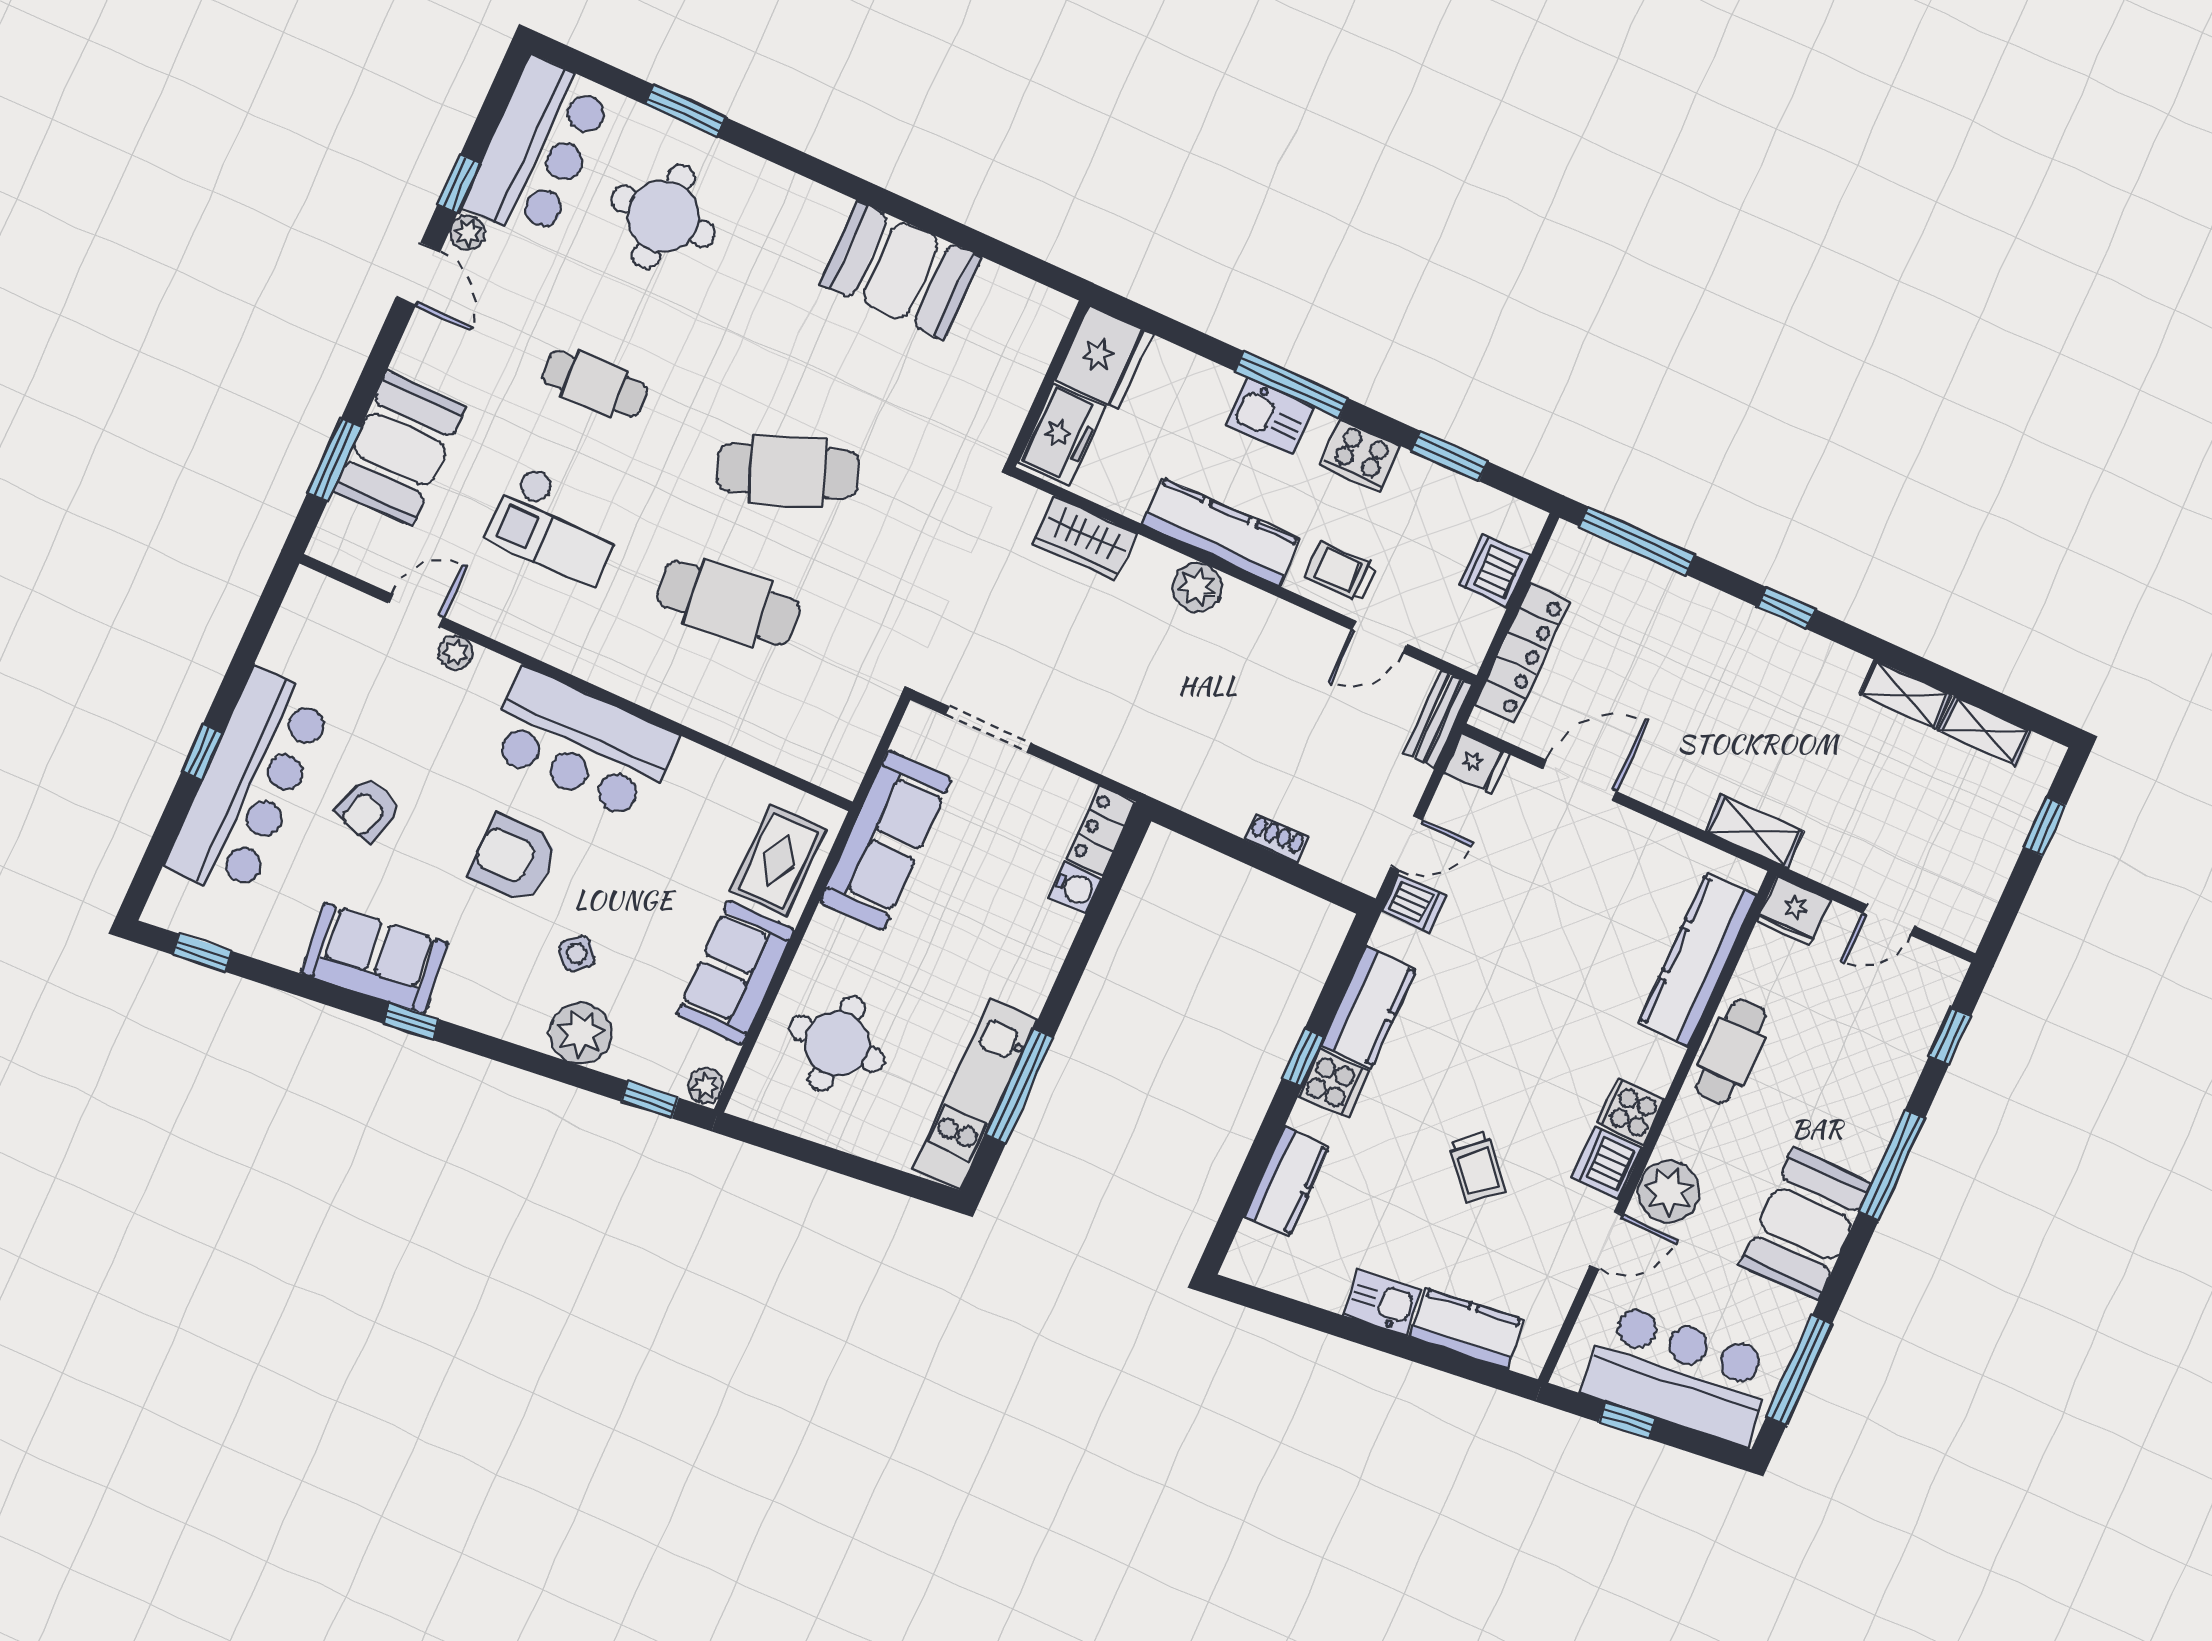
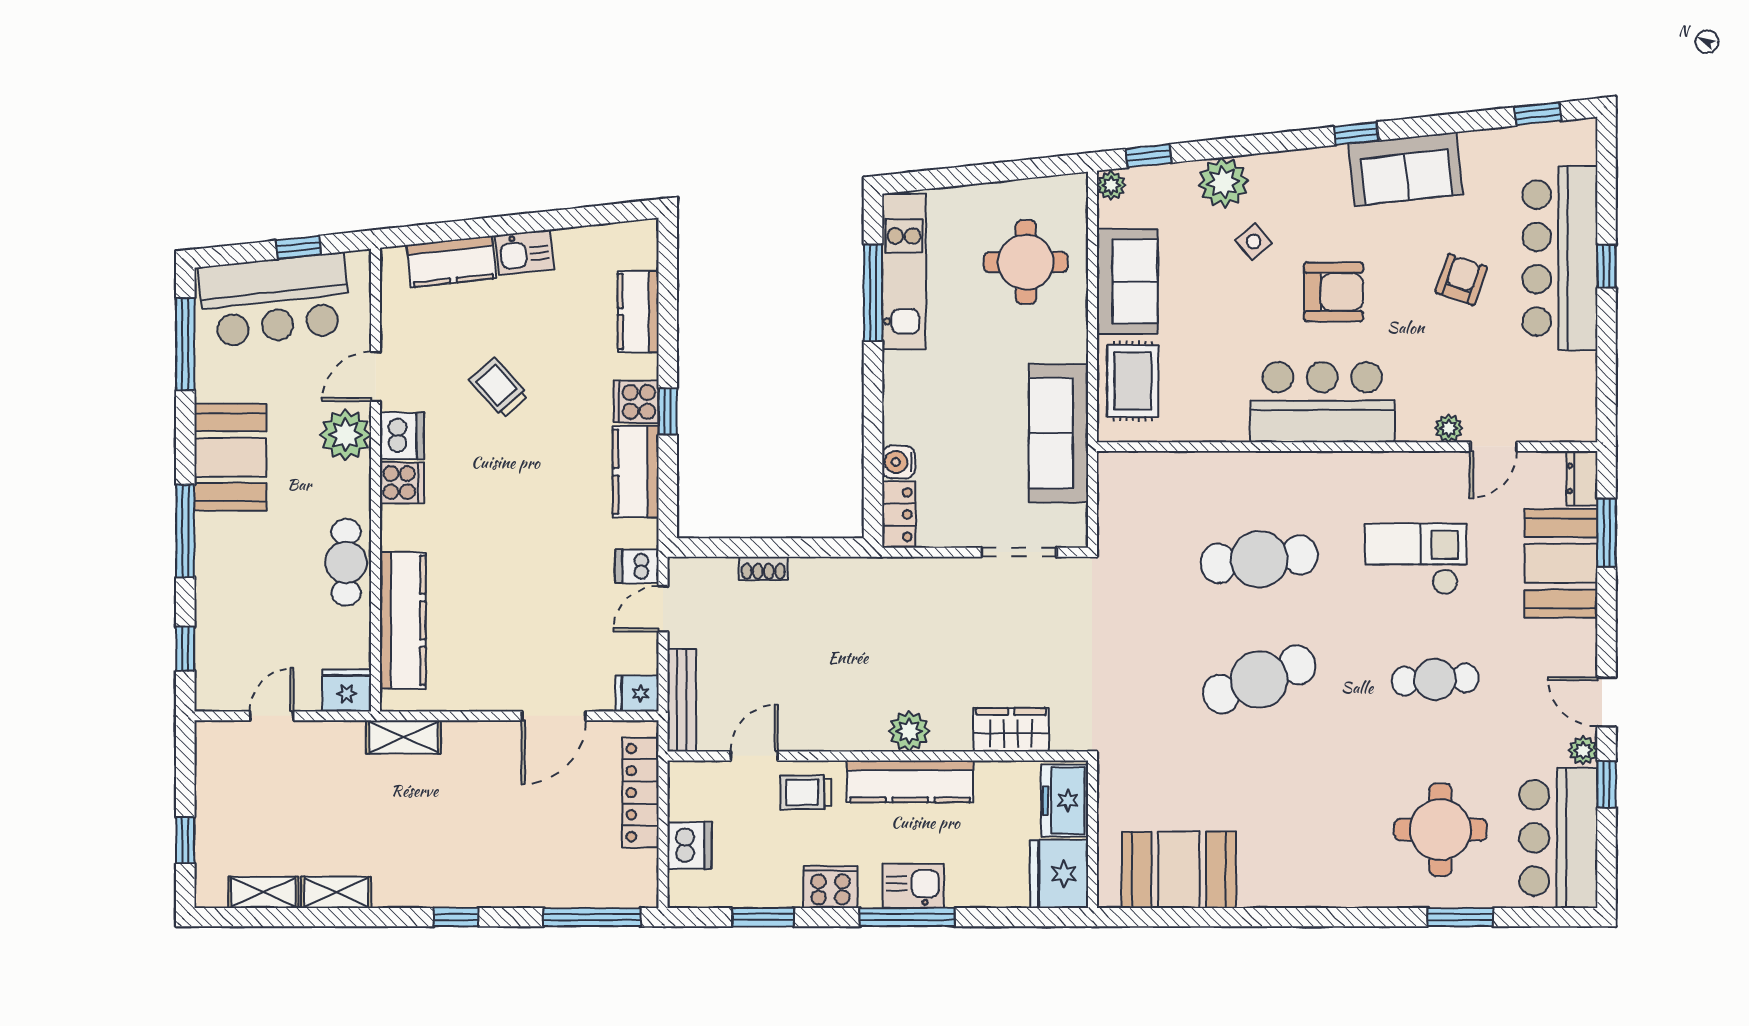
booth: (901, 271) -> (1179, 870), moved
dresser: (334, 531) -> (1582, 478), added
trolley: (1341, 572) -> (806, 792), turned 180
bench: (1438, 719) -> (682, 700), width x1.36

